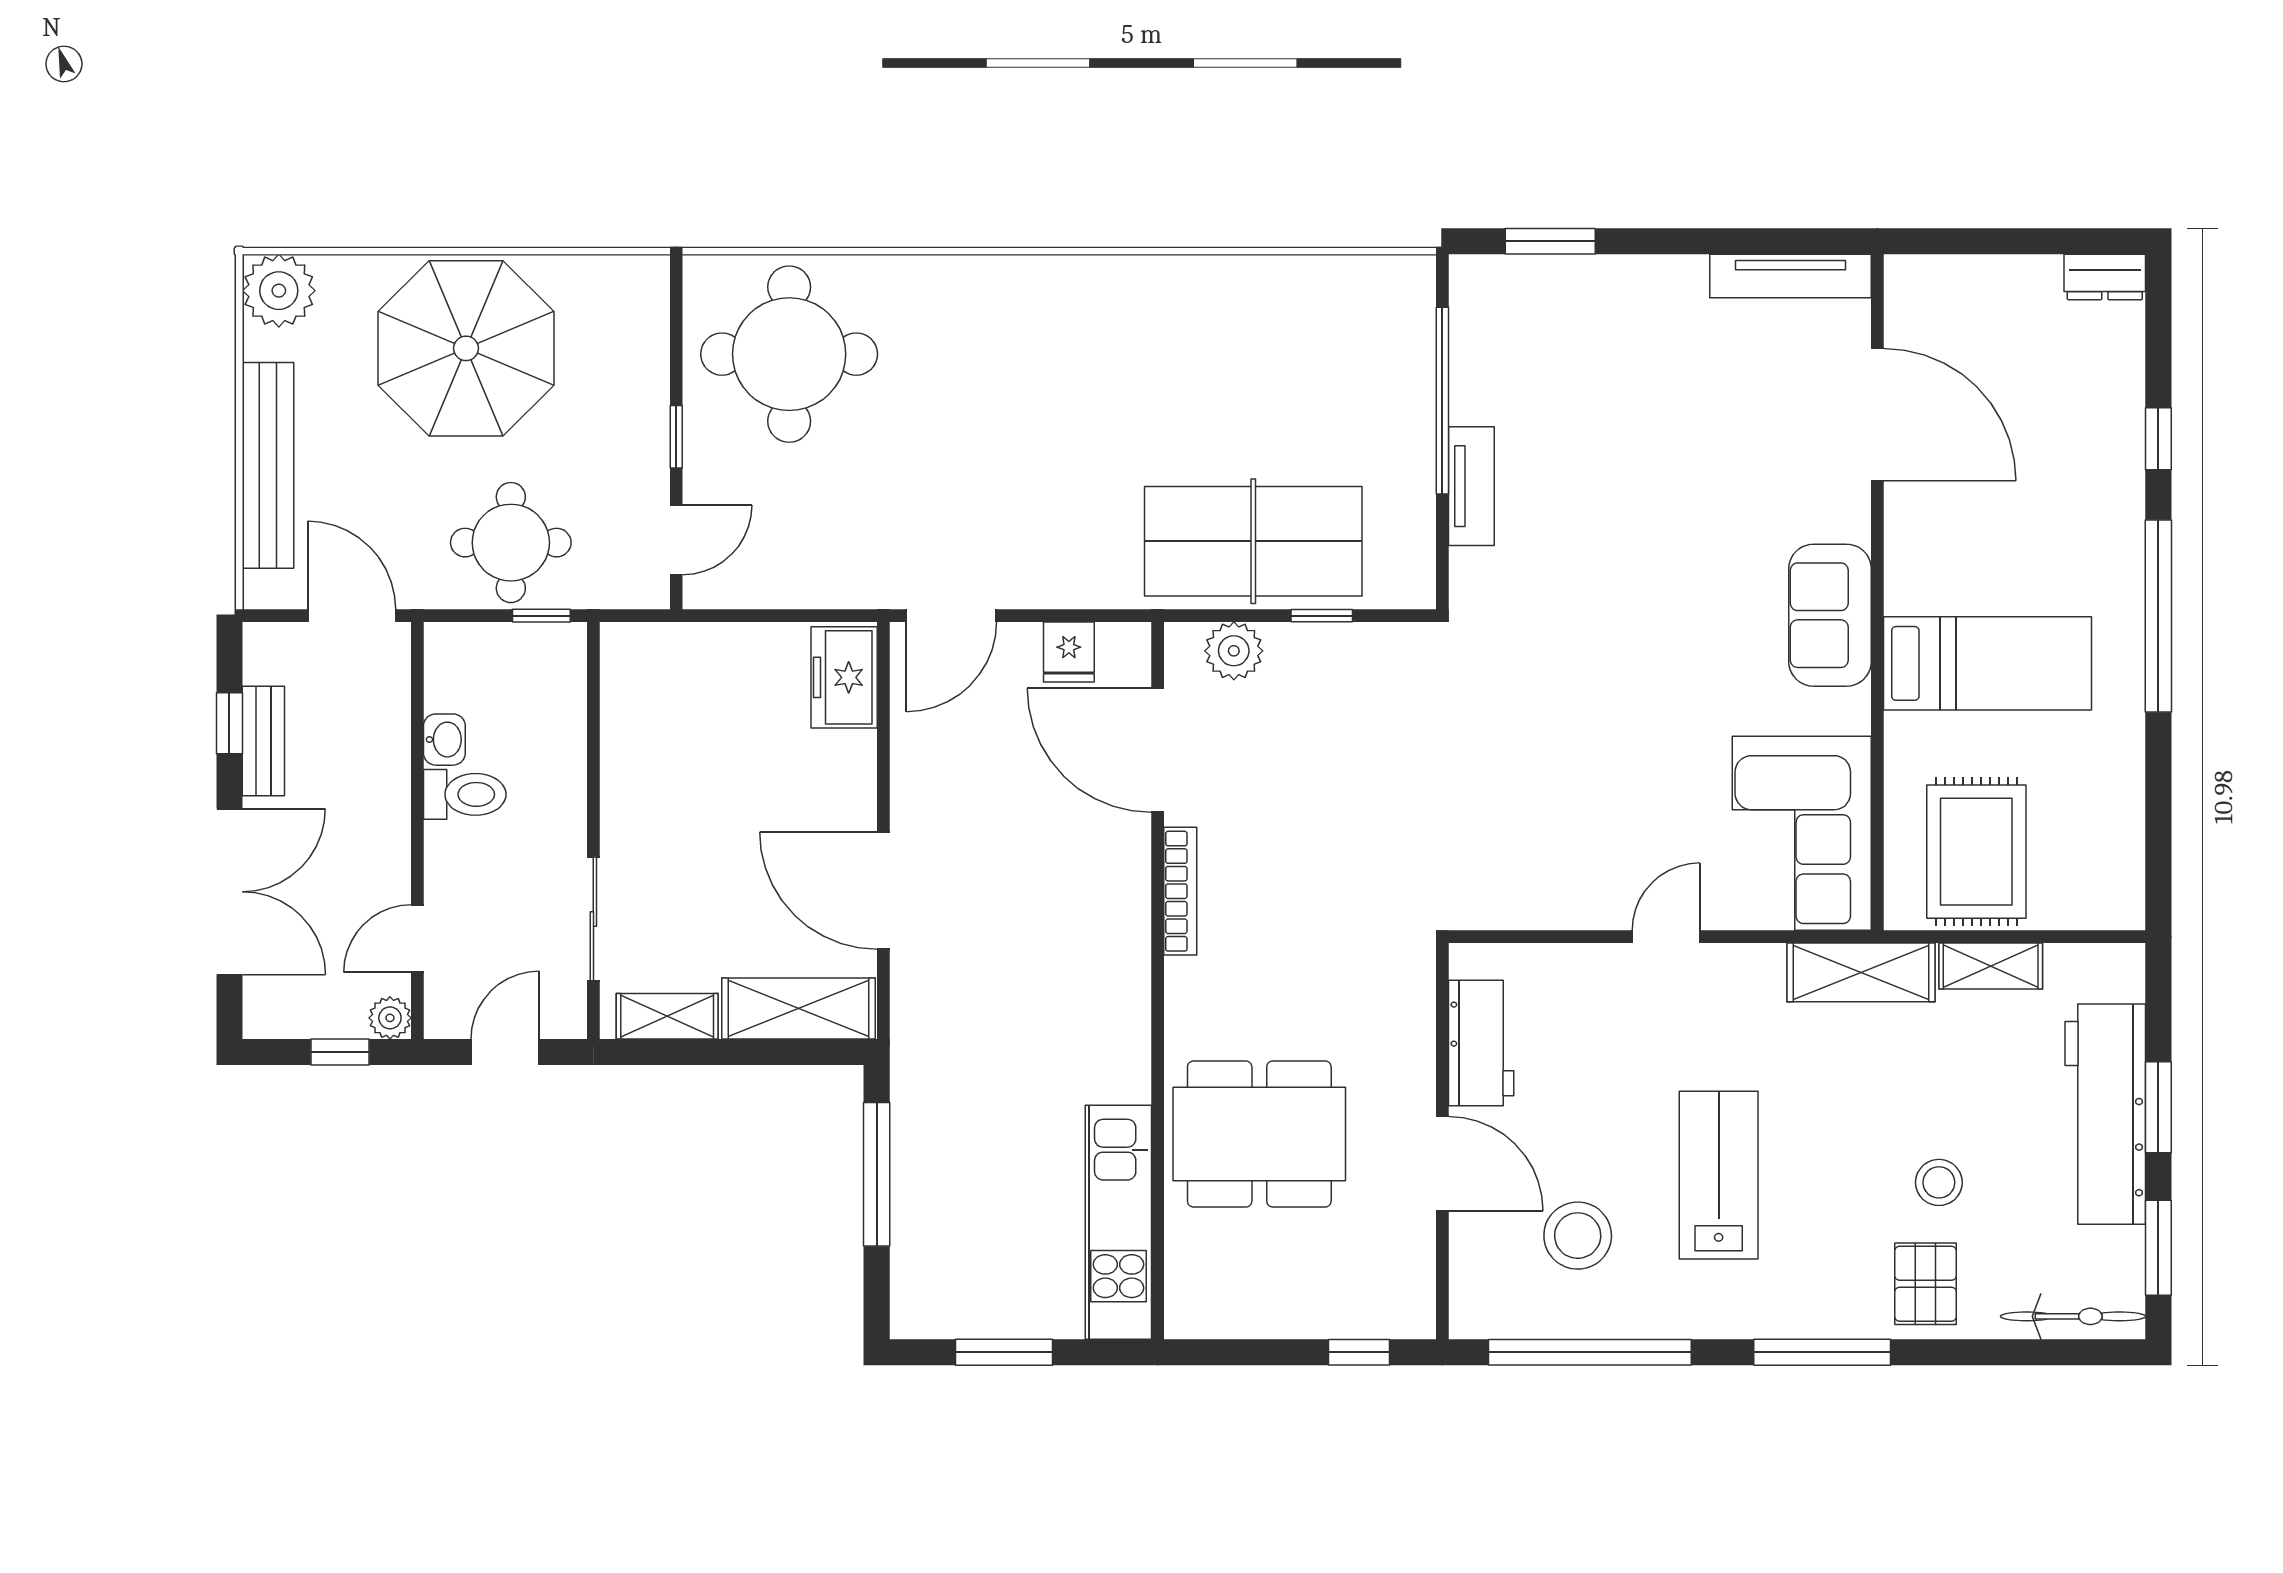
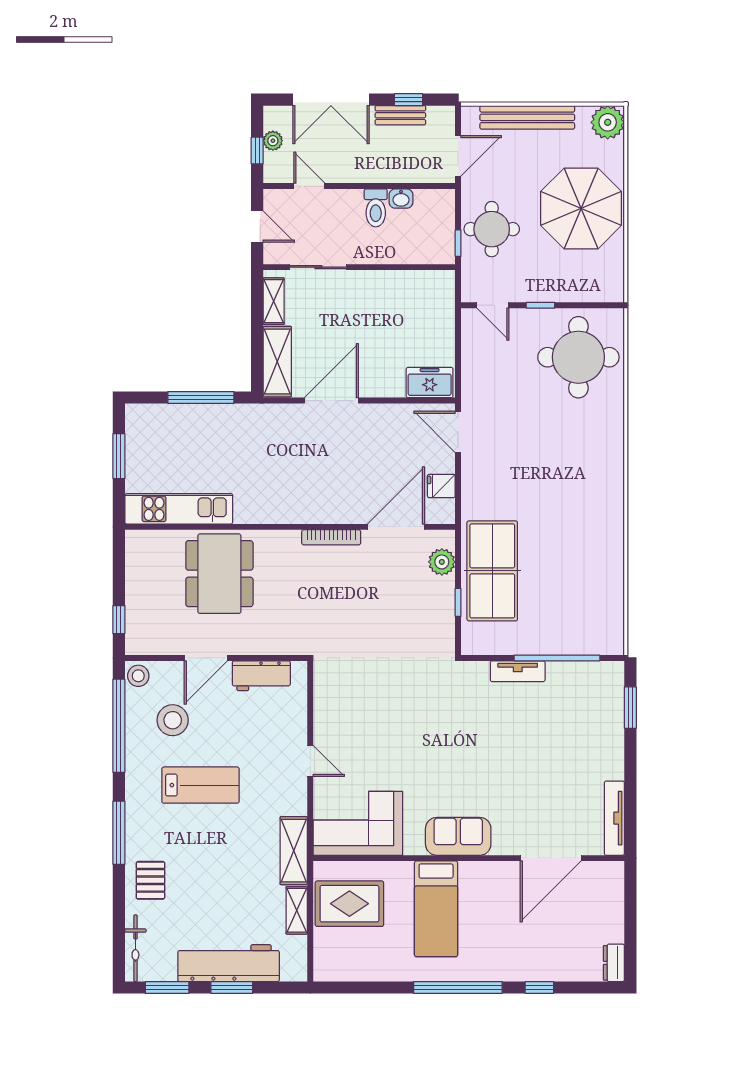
plant: (390, 1018) -> (273, 141), moved
stool: (1939, 1182) -> (138, 676), moved
pallet: (1926, 1284) -> (150, 880), turned 90

